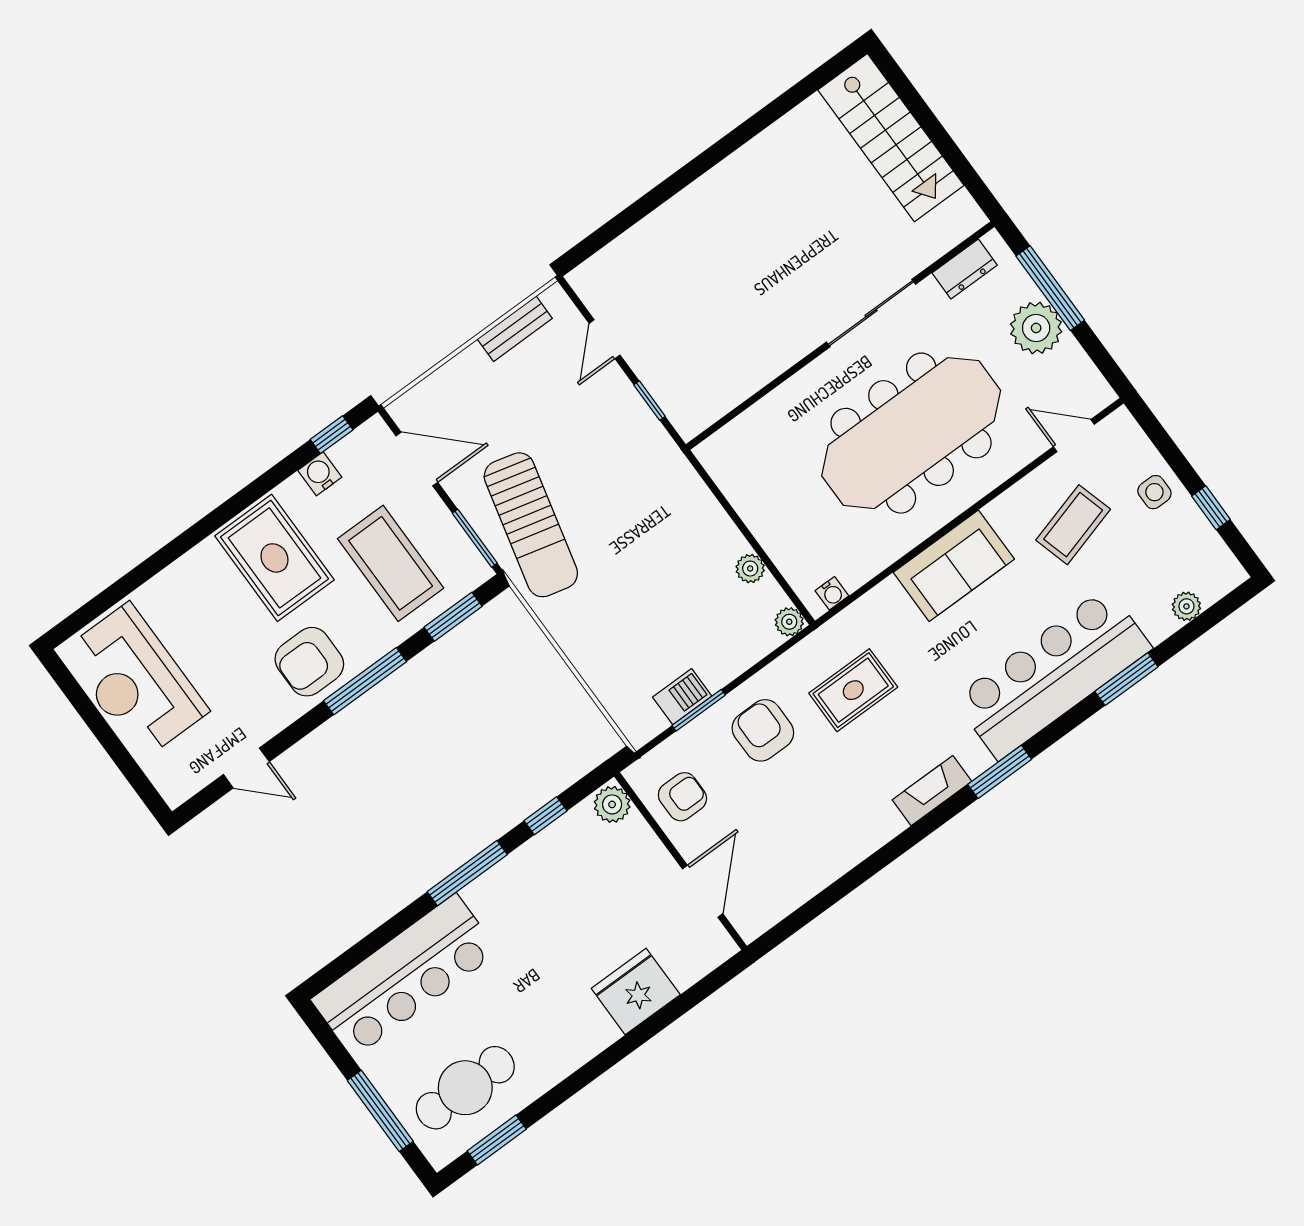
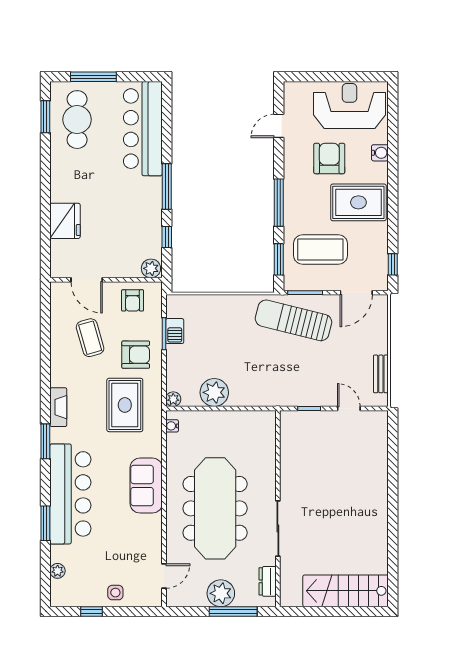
water cooler: (320, 474) -> (380, 153), moved
coffee table: (1073, 525) -> (90, 338), moved
plant: (750, 569) -> (214, 392), width x1.87, depth x1.87
armchair: (309, 662) -> (329, 158), moved
rug: (853, 690) -> (125, 405), width x1.36, depth x1.43

